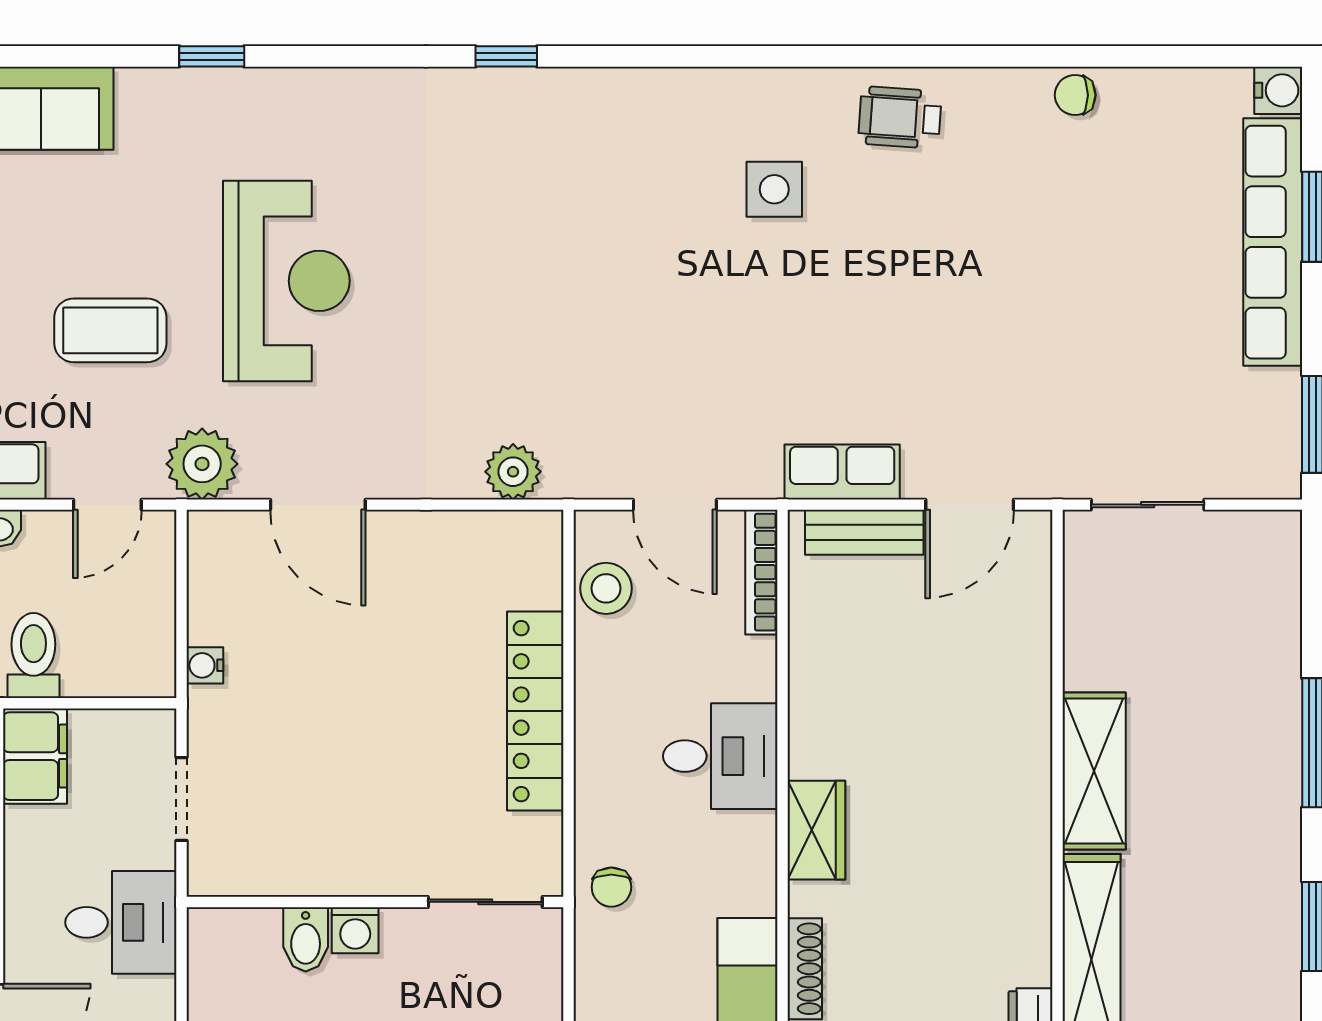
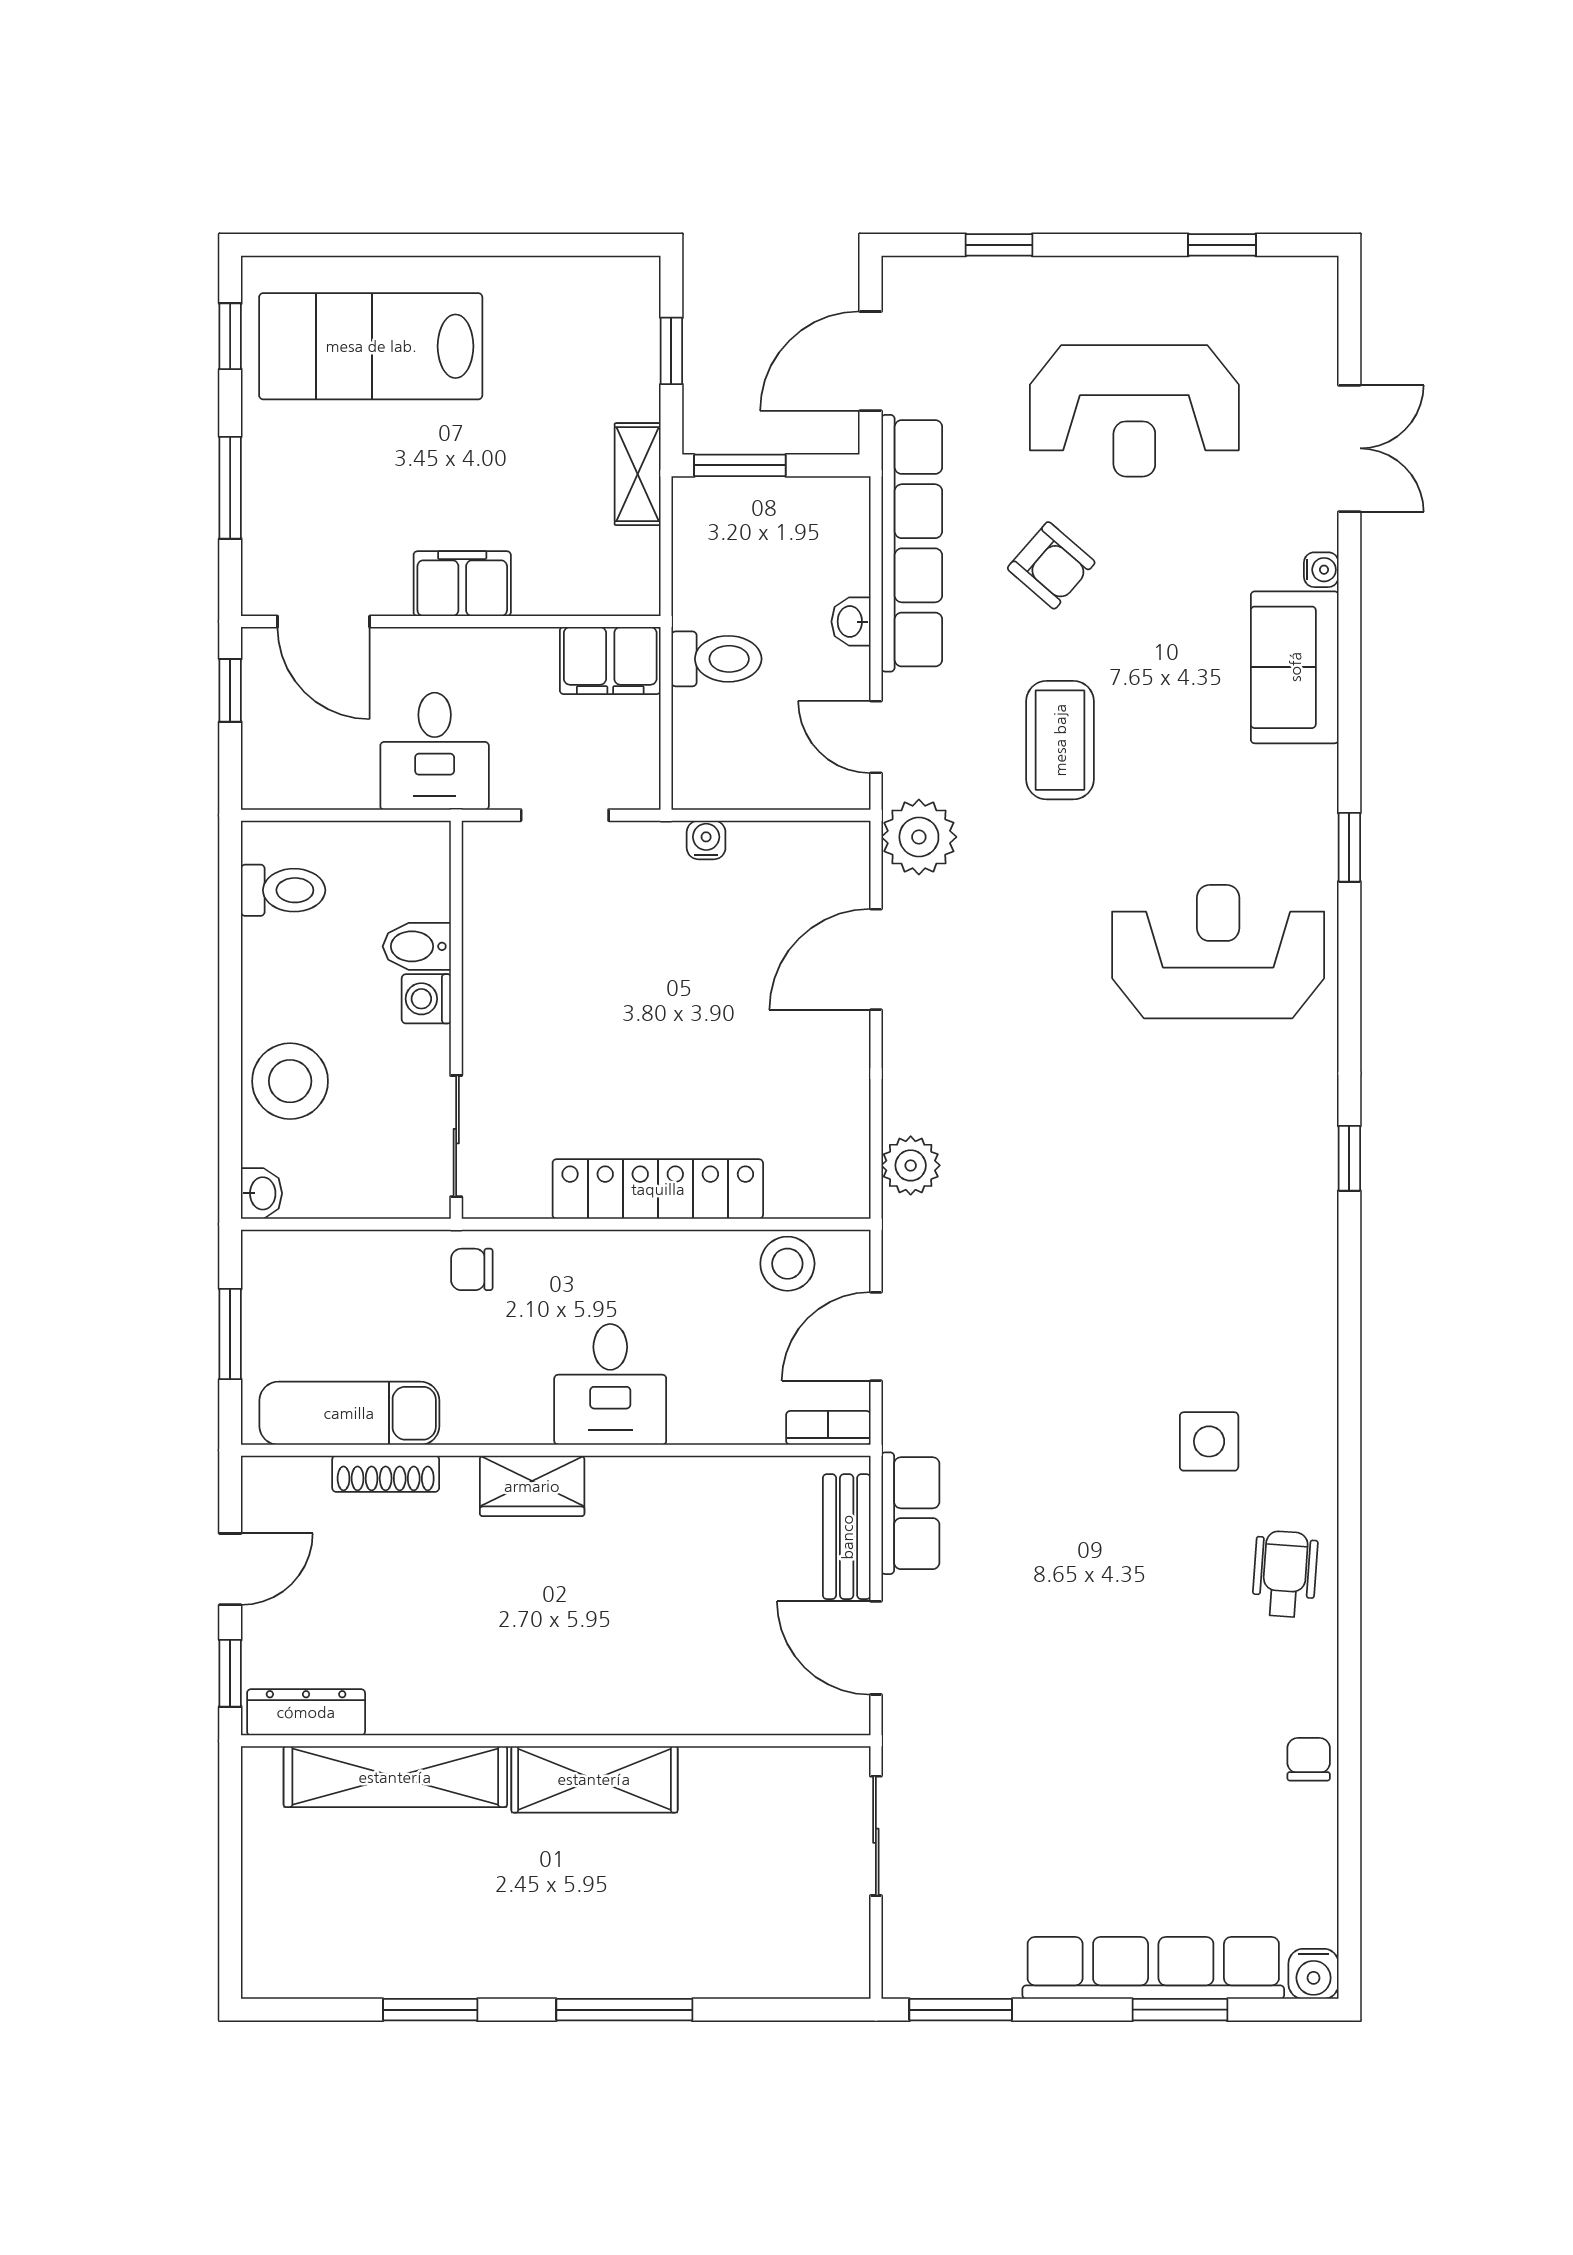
reception desk: (286, 281) -> (1218, 952), moved, turned 180
bookcase: (761, 572) -> (828, 1428), width x0.64

